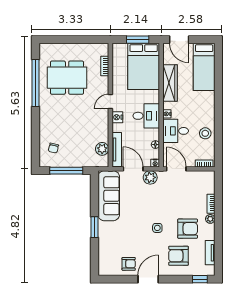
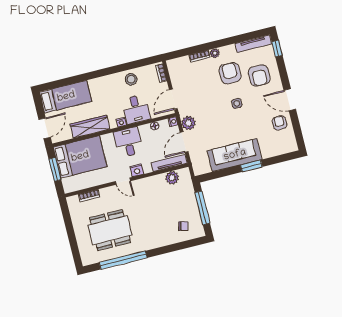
dining table: (67, 78) -> (110, 230), turned 90
sofa: (109, 196) -> (235, 155), moved
tv unit: (210, 253) -> (253, 44), width x1.41

